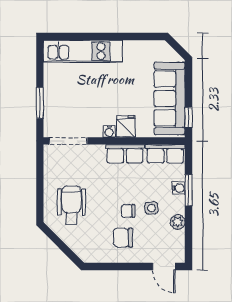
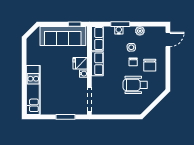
wheelchair: (72, 205) -> (135, 85), moved

